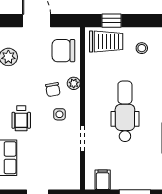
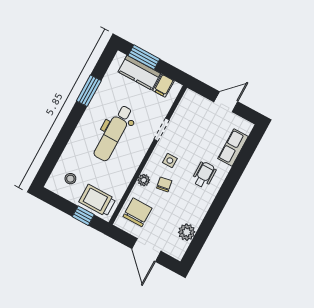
chair: (63, 51) -> (137, 212), turned -90
kitchen counter: (131, 180) -> (139, 73), added

